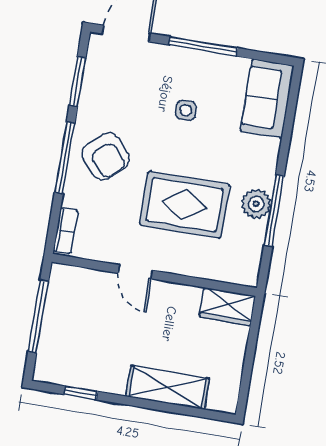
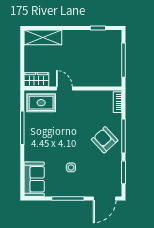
plant: (256, 204) -> (31, 130), removed
rug: (184, 205) -> (41, 103), moved, width x0.73, depth x0.70
door: (135, 272) -> (64, 89), moved
shelving: (168, 387) -> (43, 37), moved

